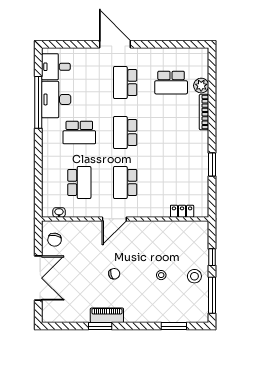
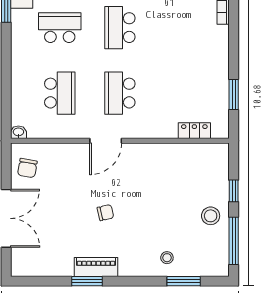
school desk: (79, 132) -> (60, 28), turned 180
window: (212, 165) -> (234, 94), moved
washbasin: (59, 212) -> (18, 132), moved
stool: (161, 275) -> (167, 258), moved

